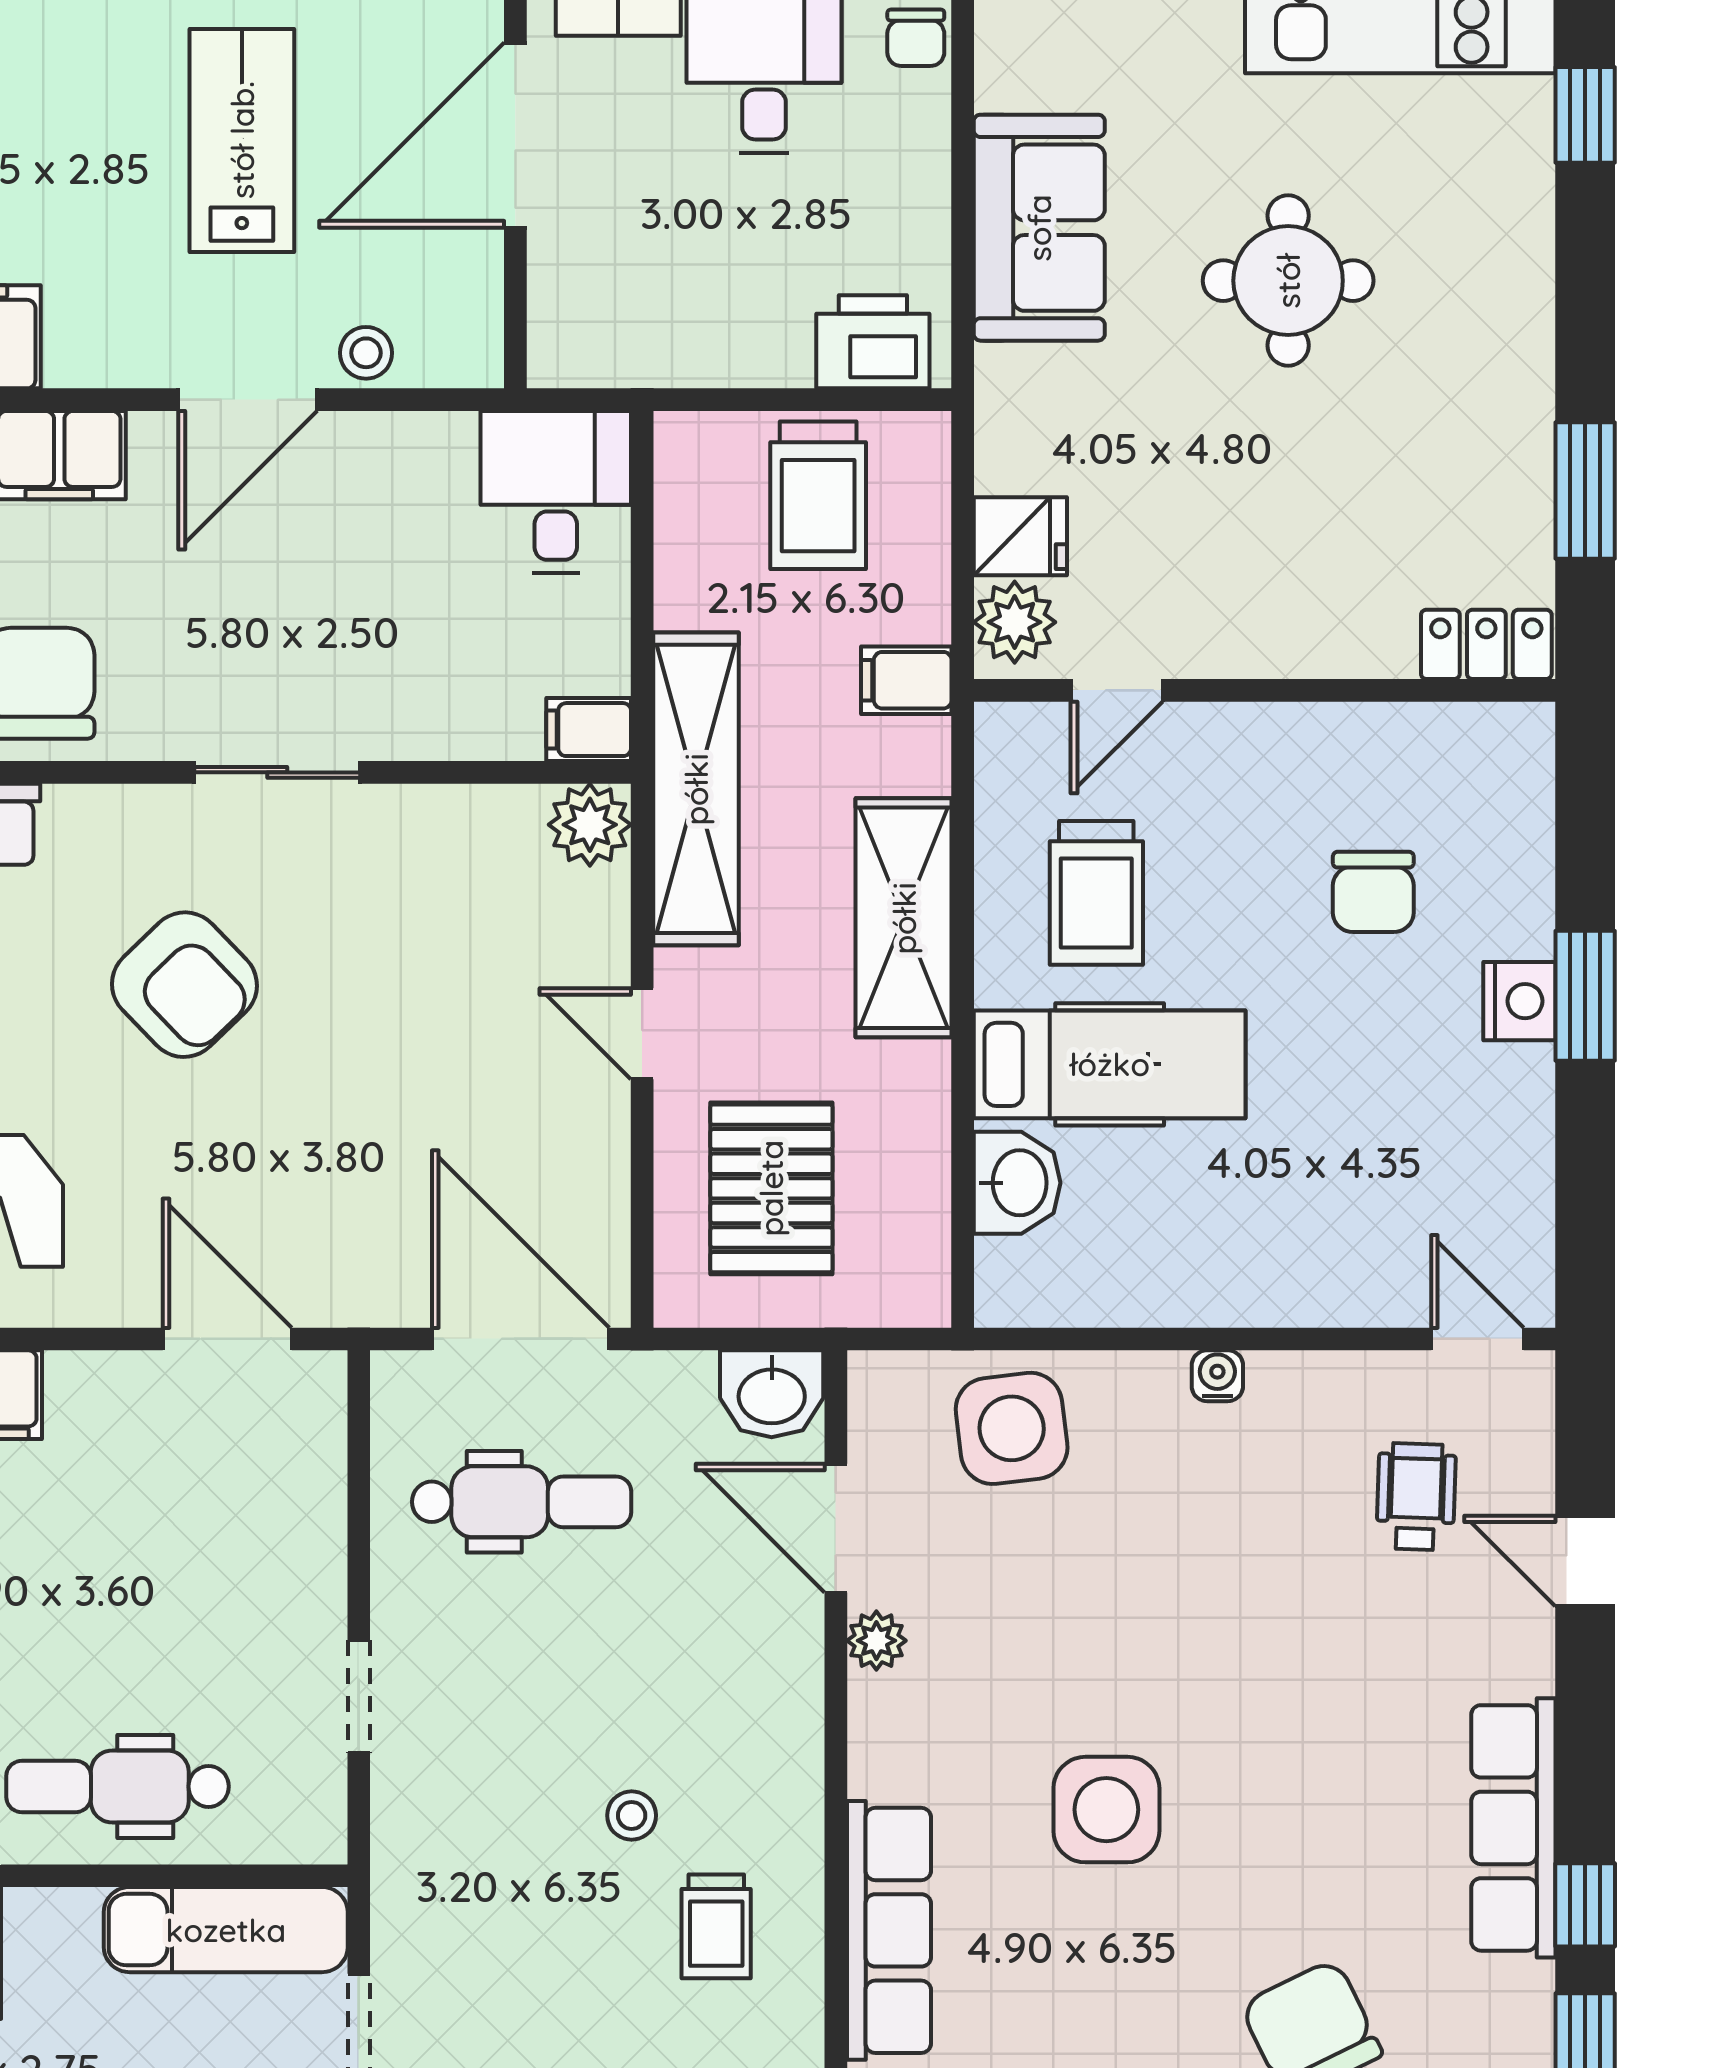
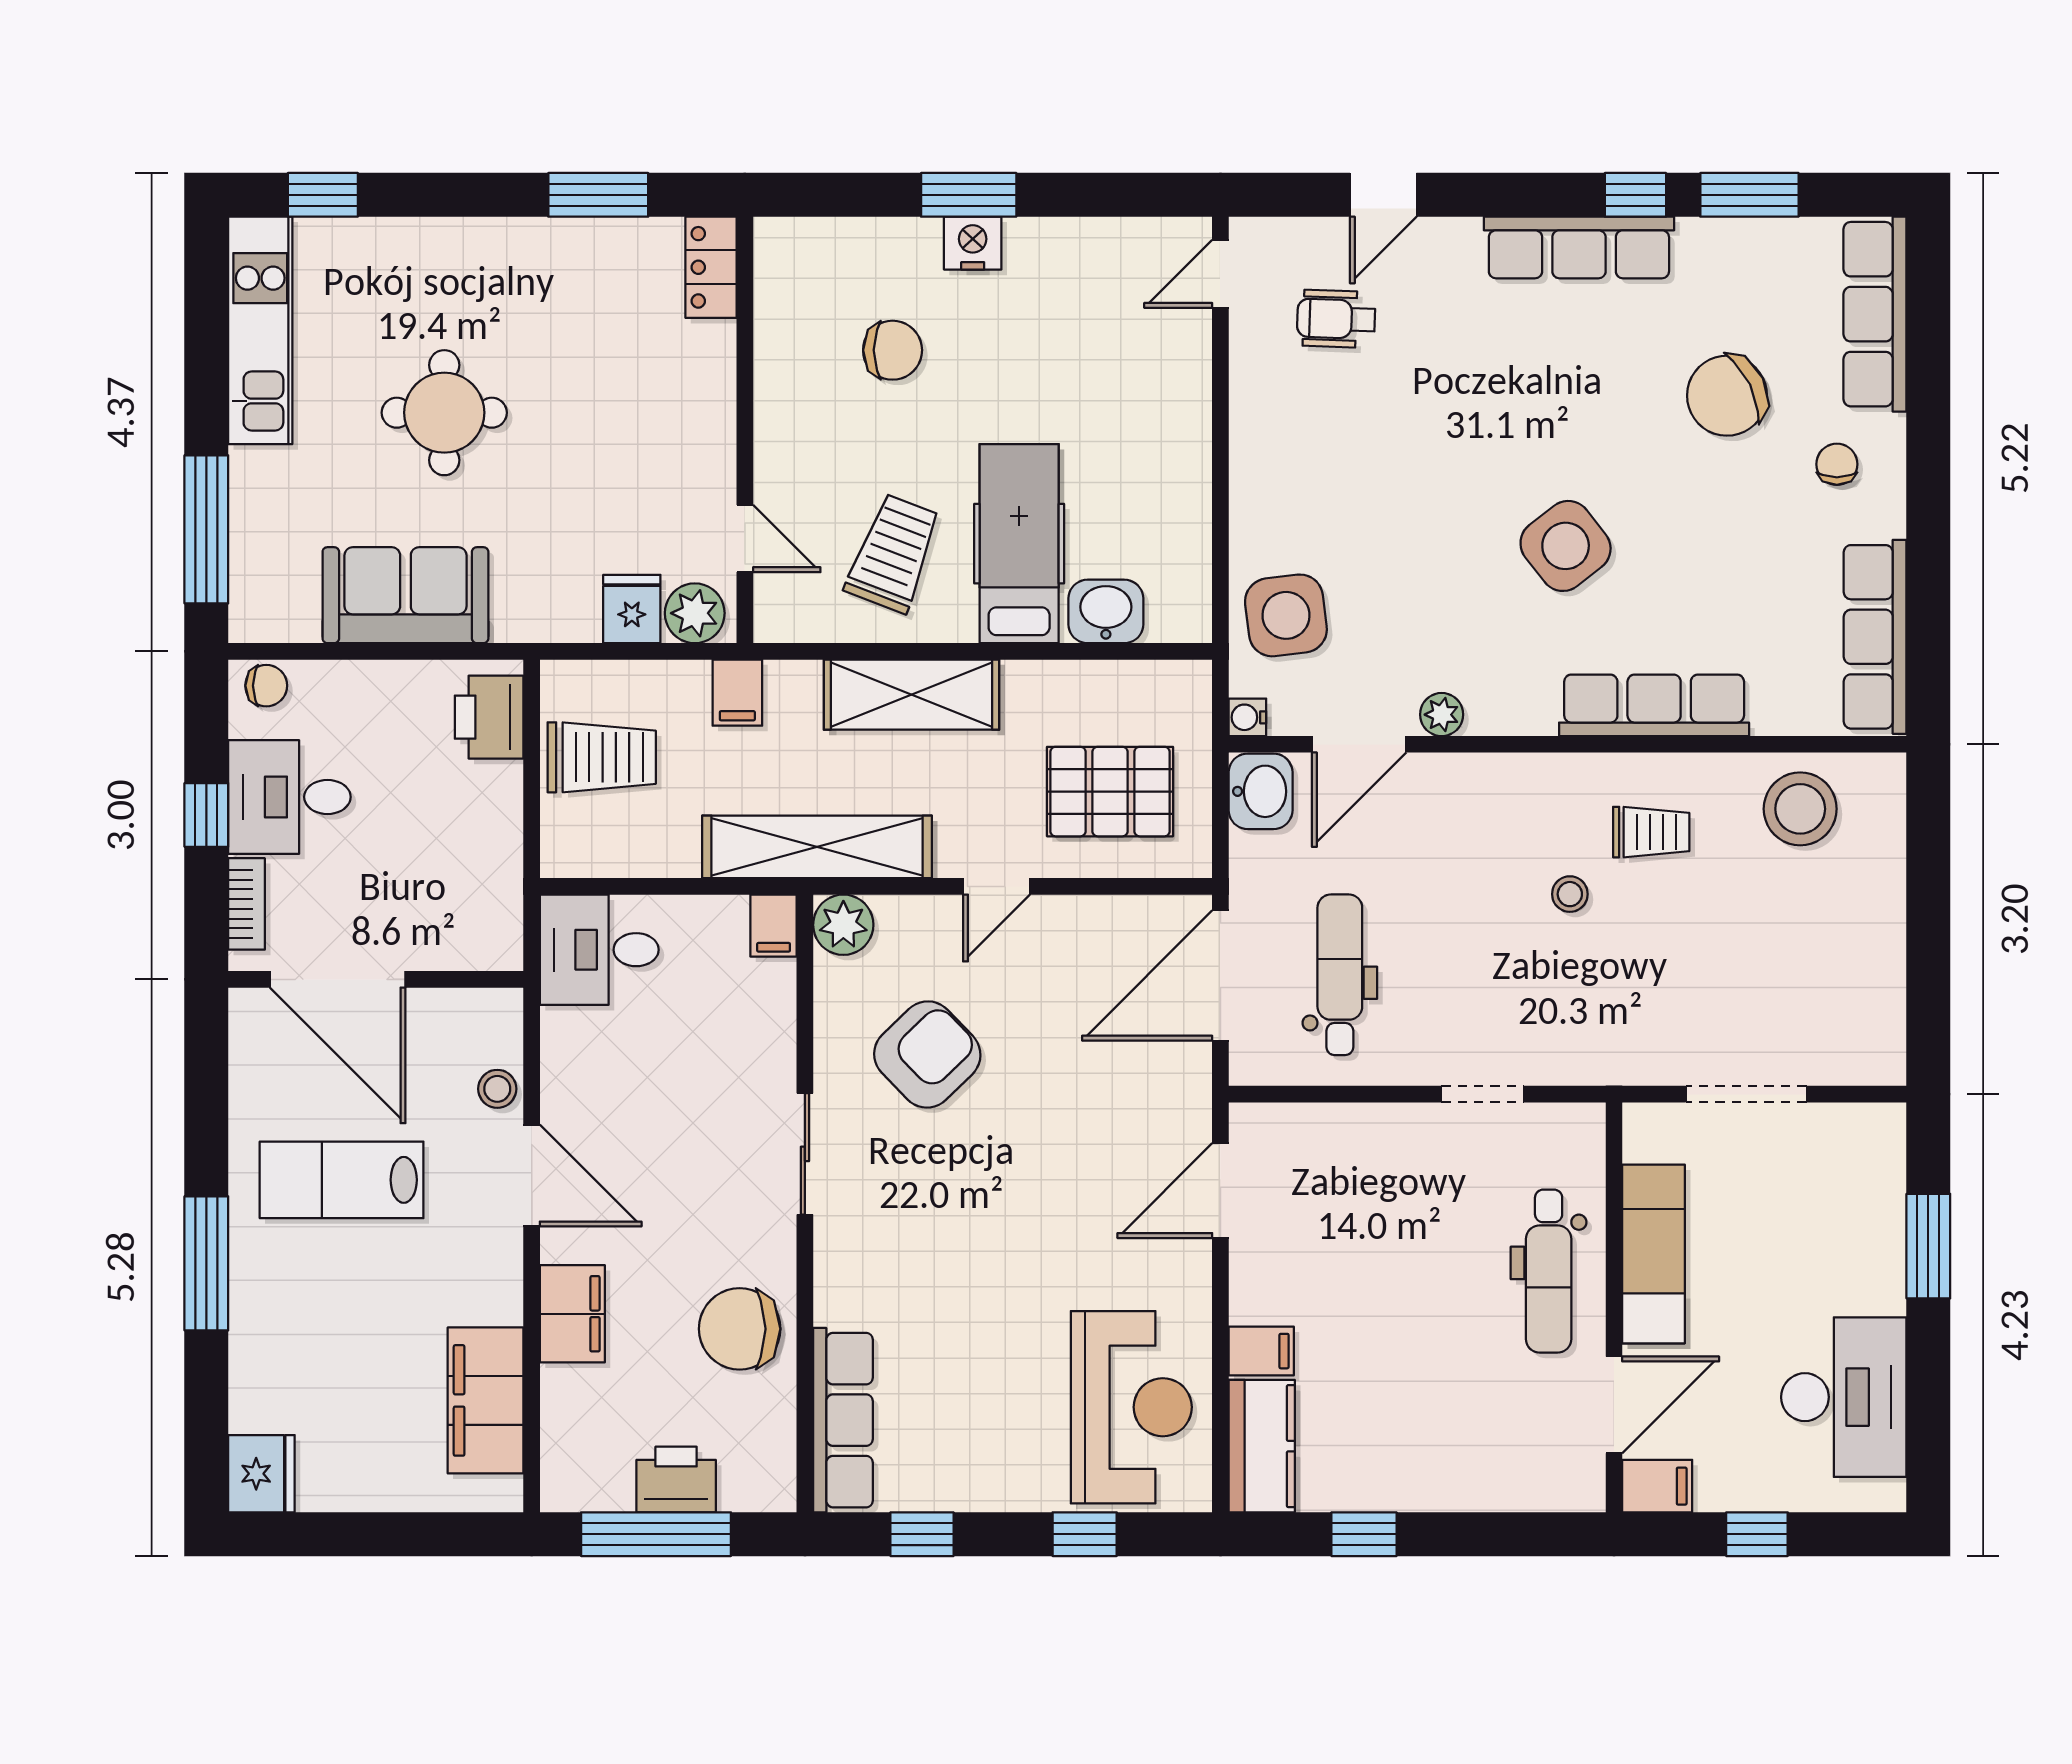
trolley: (1096, 893) -> (893, 553), turned -69
armchair: (184, 985) -> (927, 1054), moved
water cooler: (1217, 1376) -> (1247, 717), moved
side table: (1106, 1810) -> (1566, 546), turned -38
exam couch: (226, 1930) -> (1654, 1254), moved

